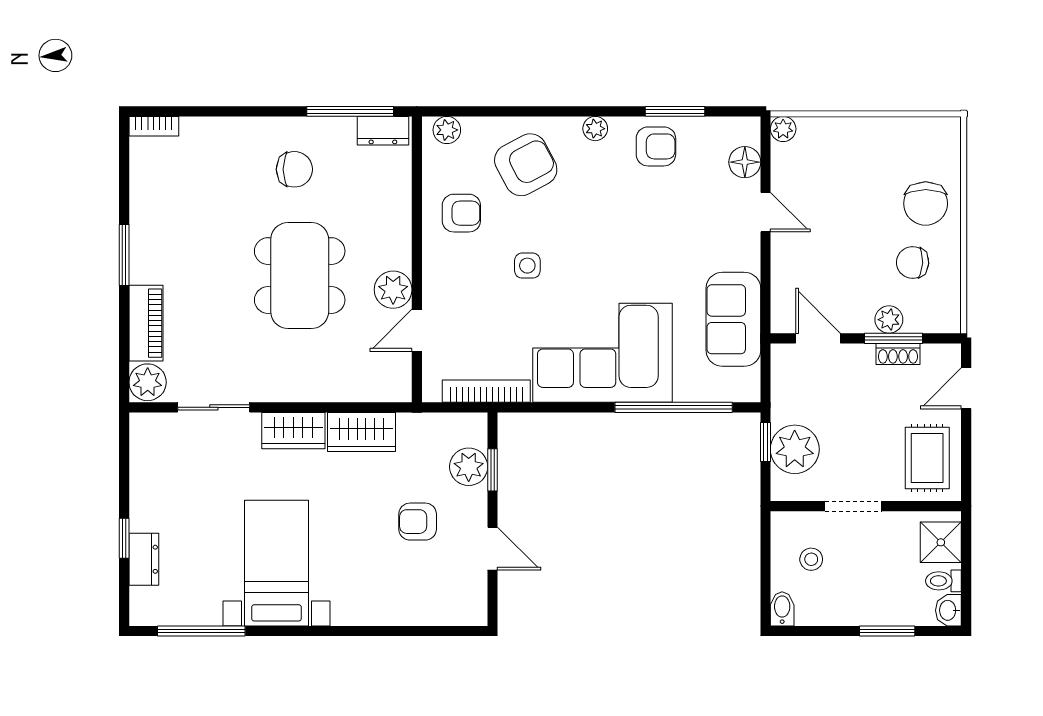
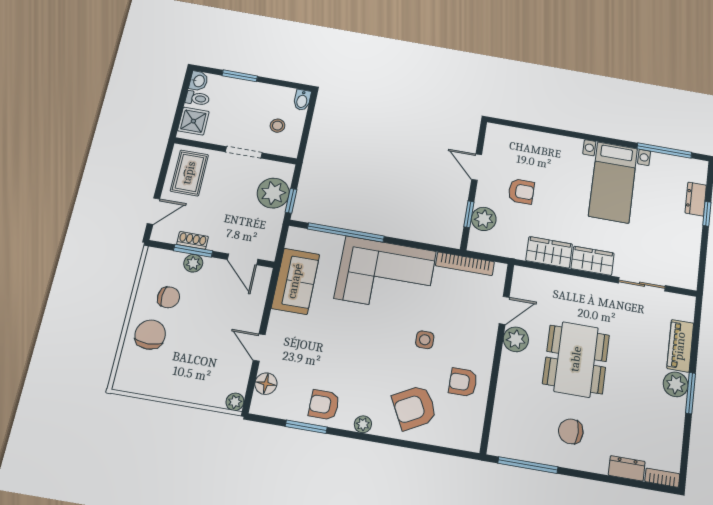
plant: (447, 130) -> (464, 441), removed
dresser: (383, 131) -> (627, 468), moved
plant: (148, 382) -> (676, 384), moved

